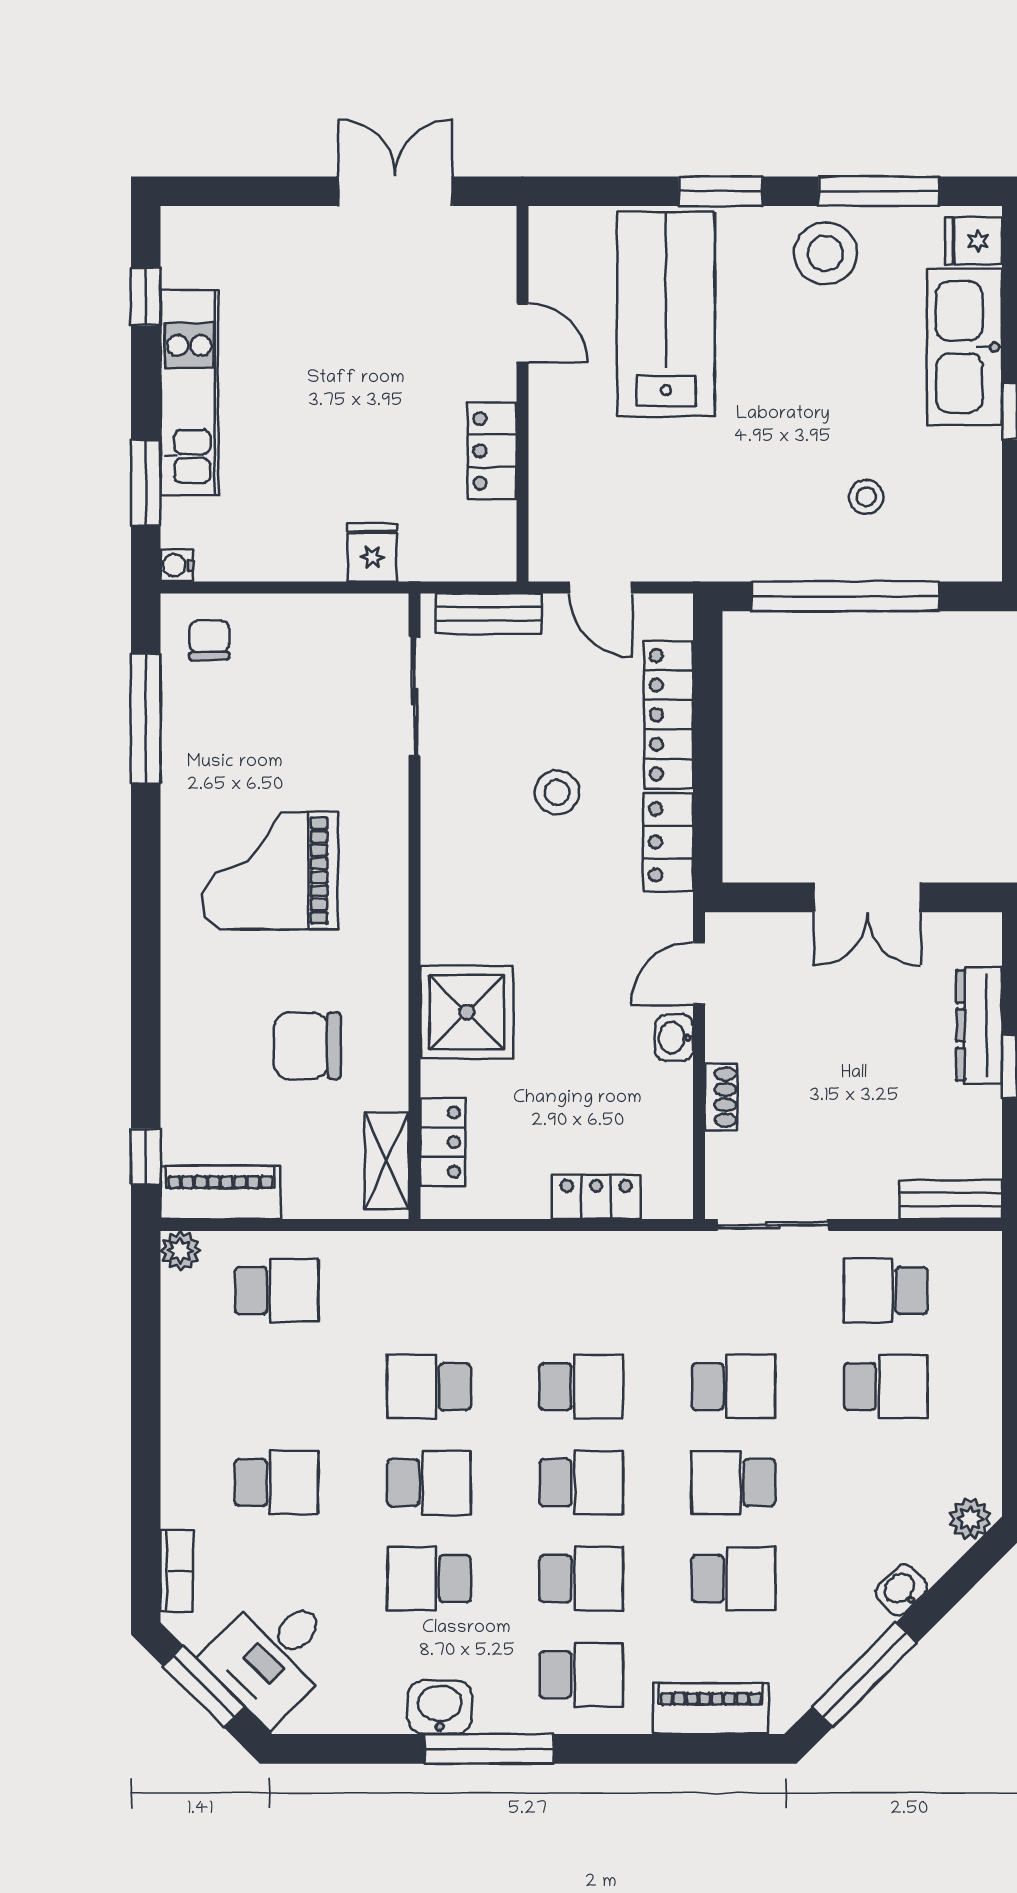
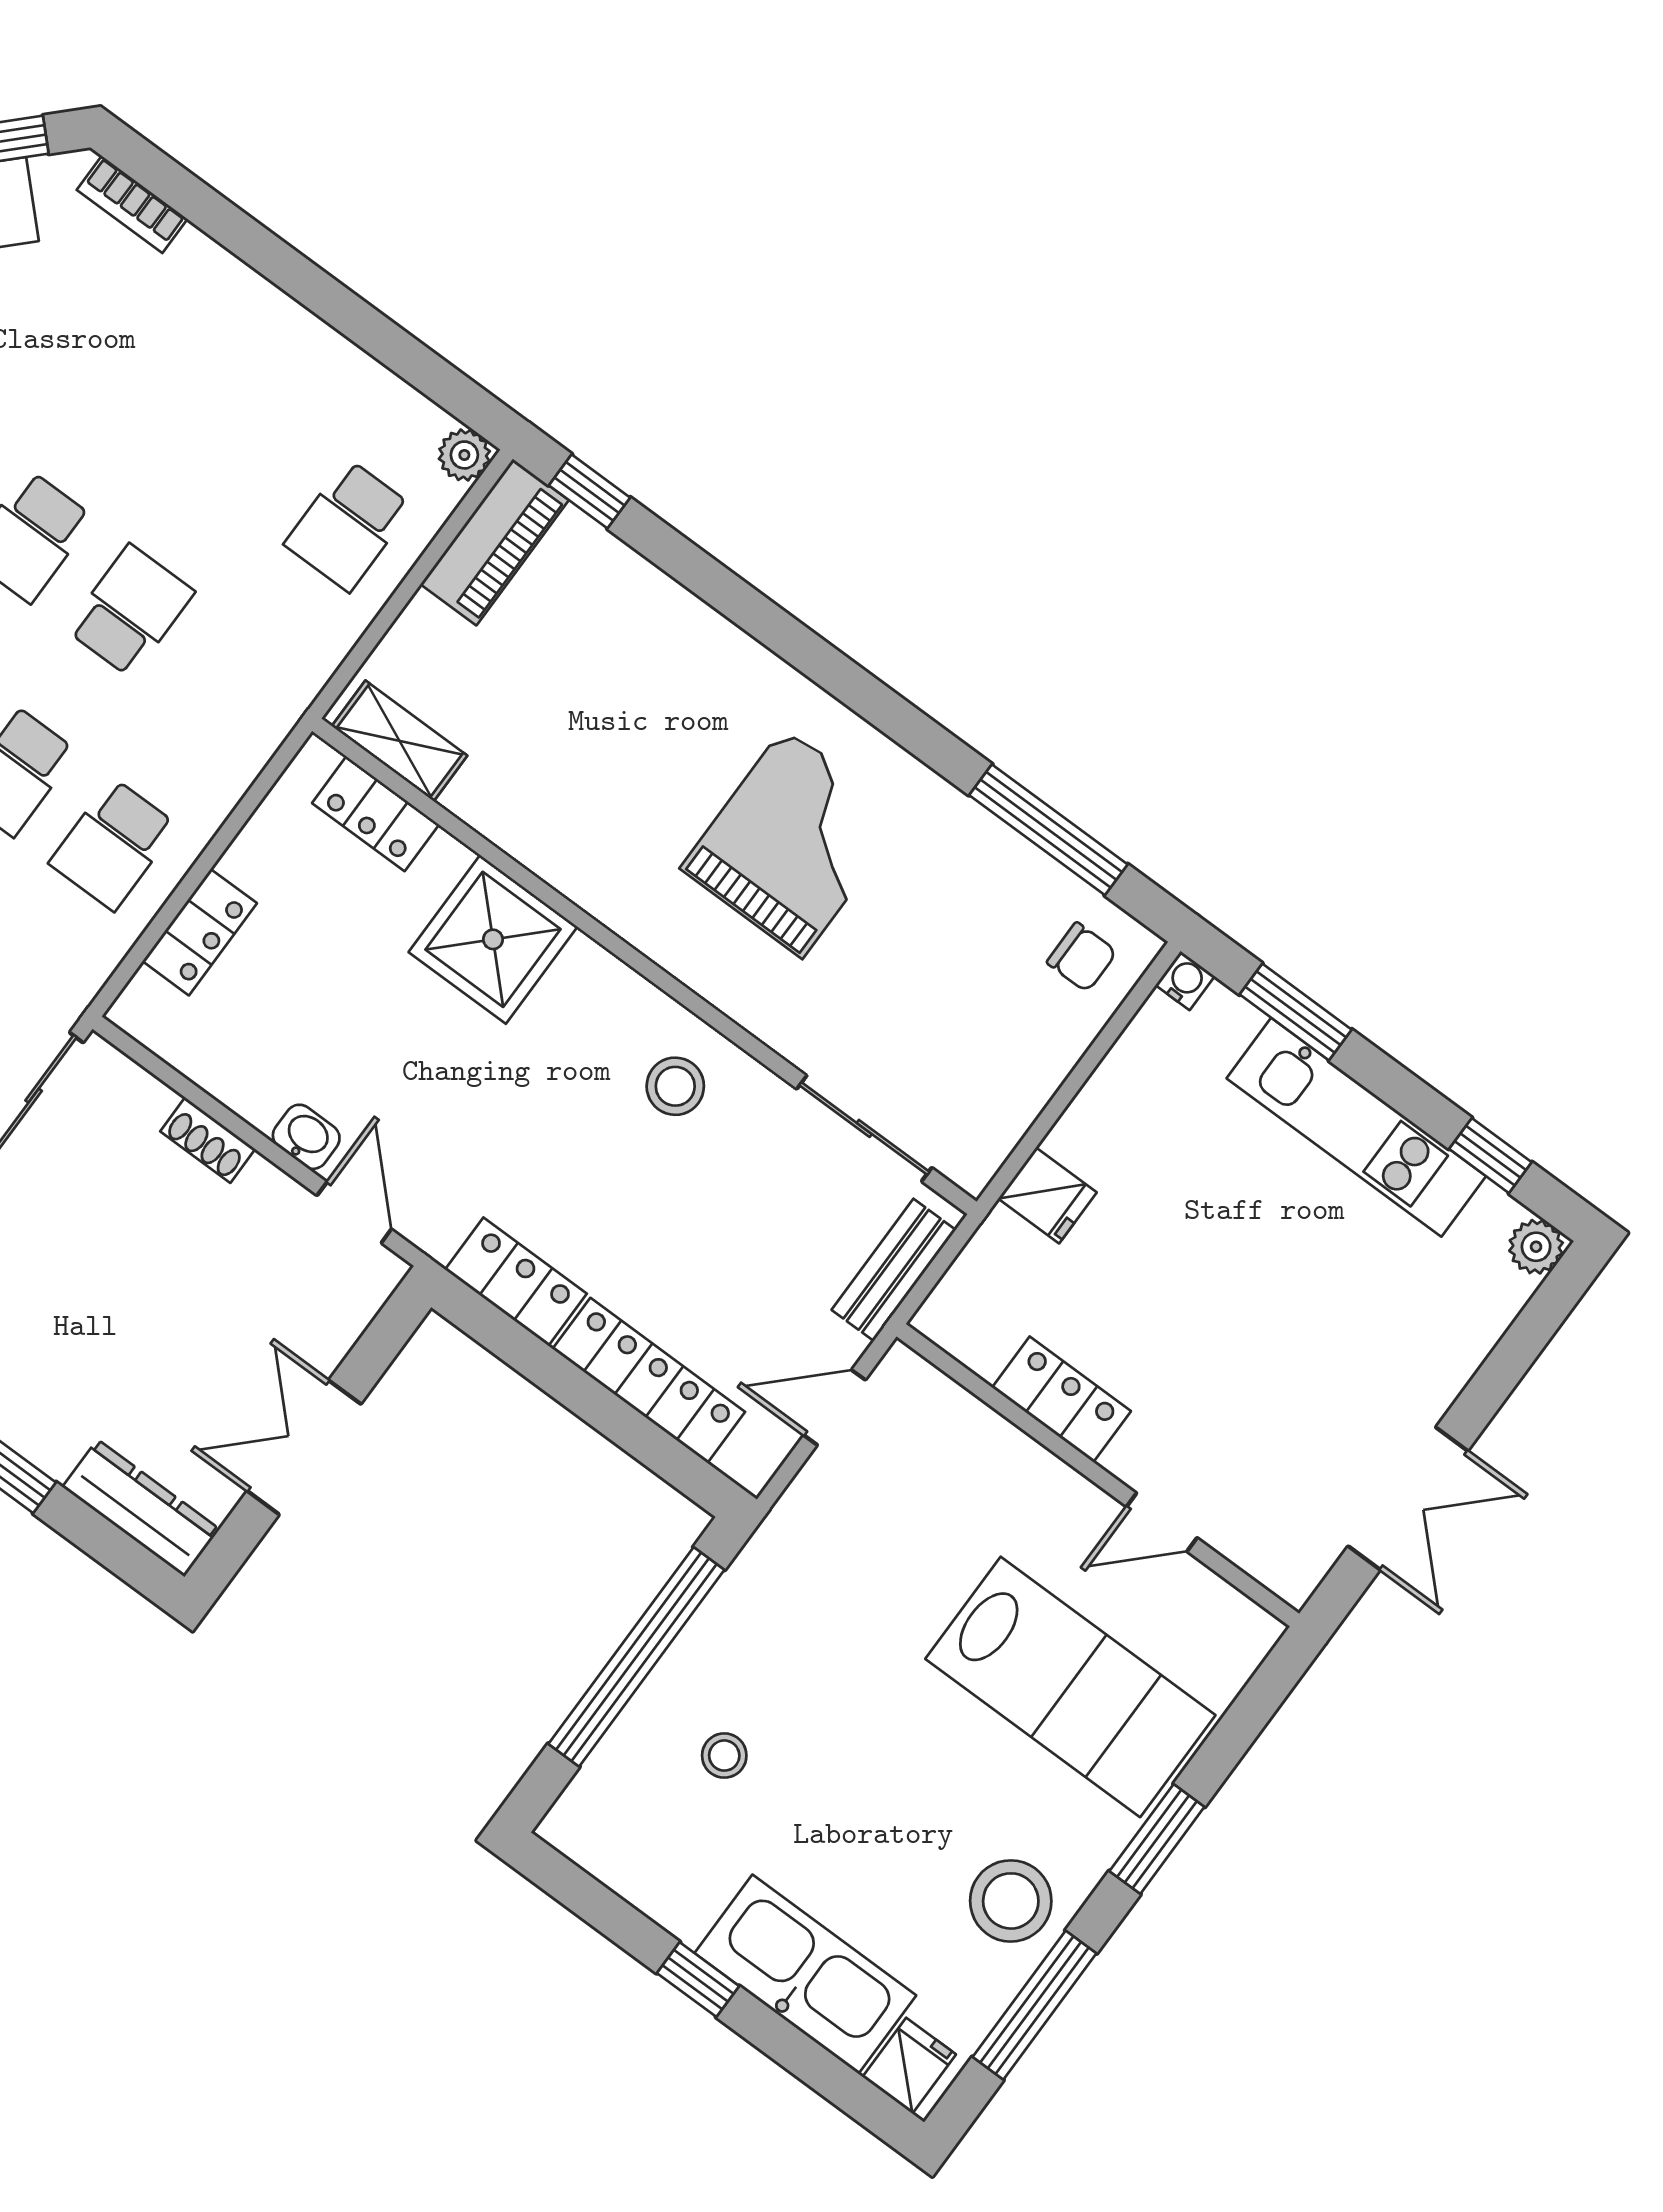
plant: (181, 227) -> (1536, 1247), added
stool: (557, 792) -> (675, 1086), moved
dresser: (979, 1025) -> (141, 1508), moved
chair: (307, 1046) -> (581, 746), removed
school desk: (277, 1483) -> (113, 844), moved

